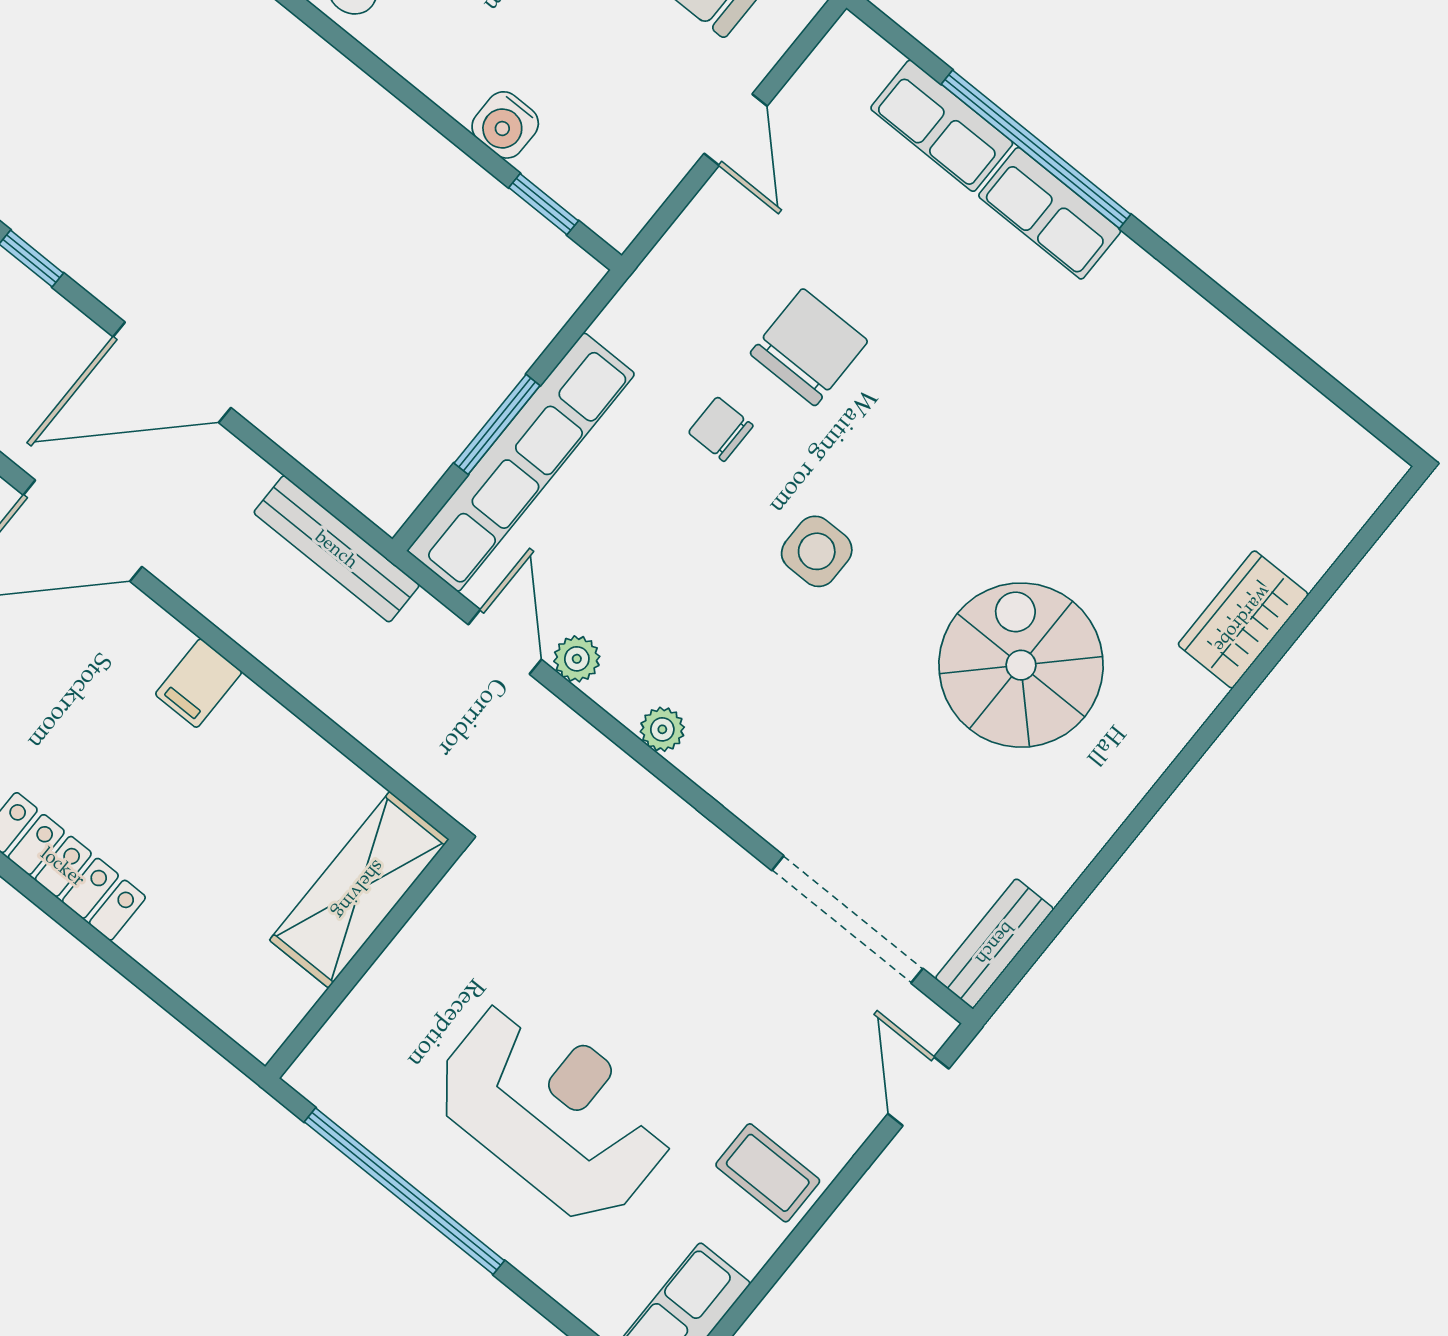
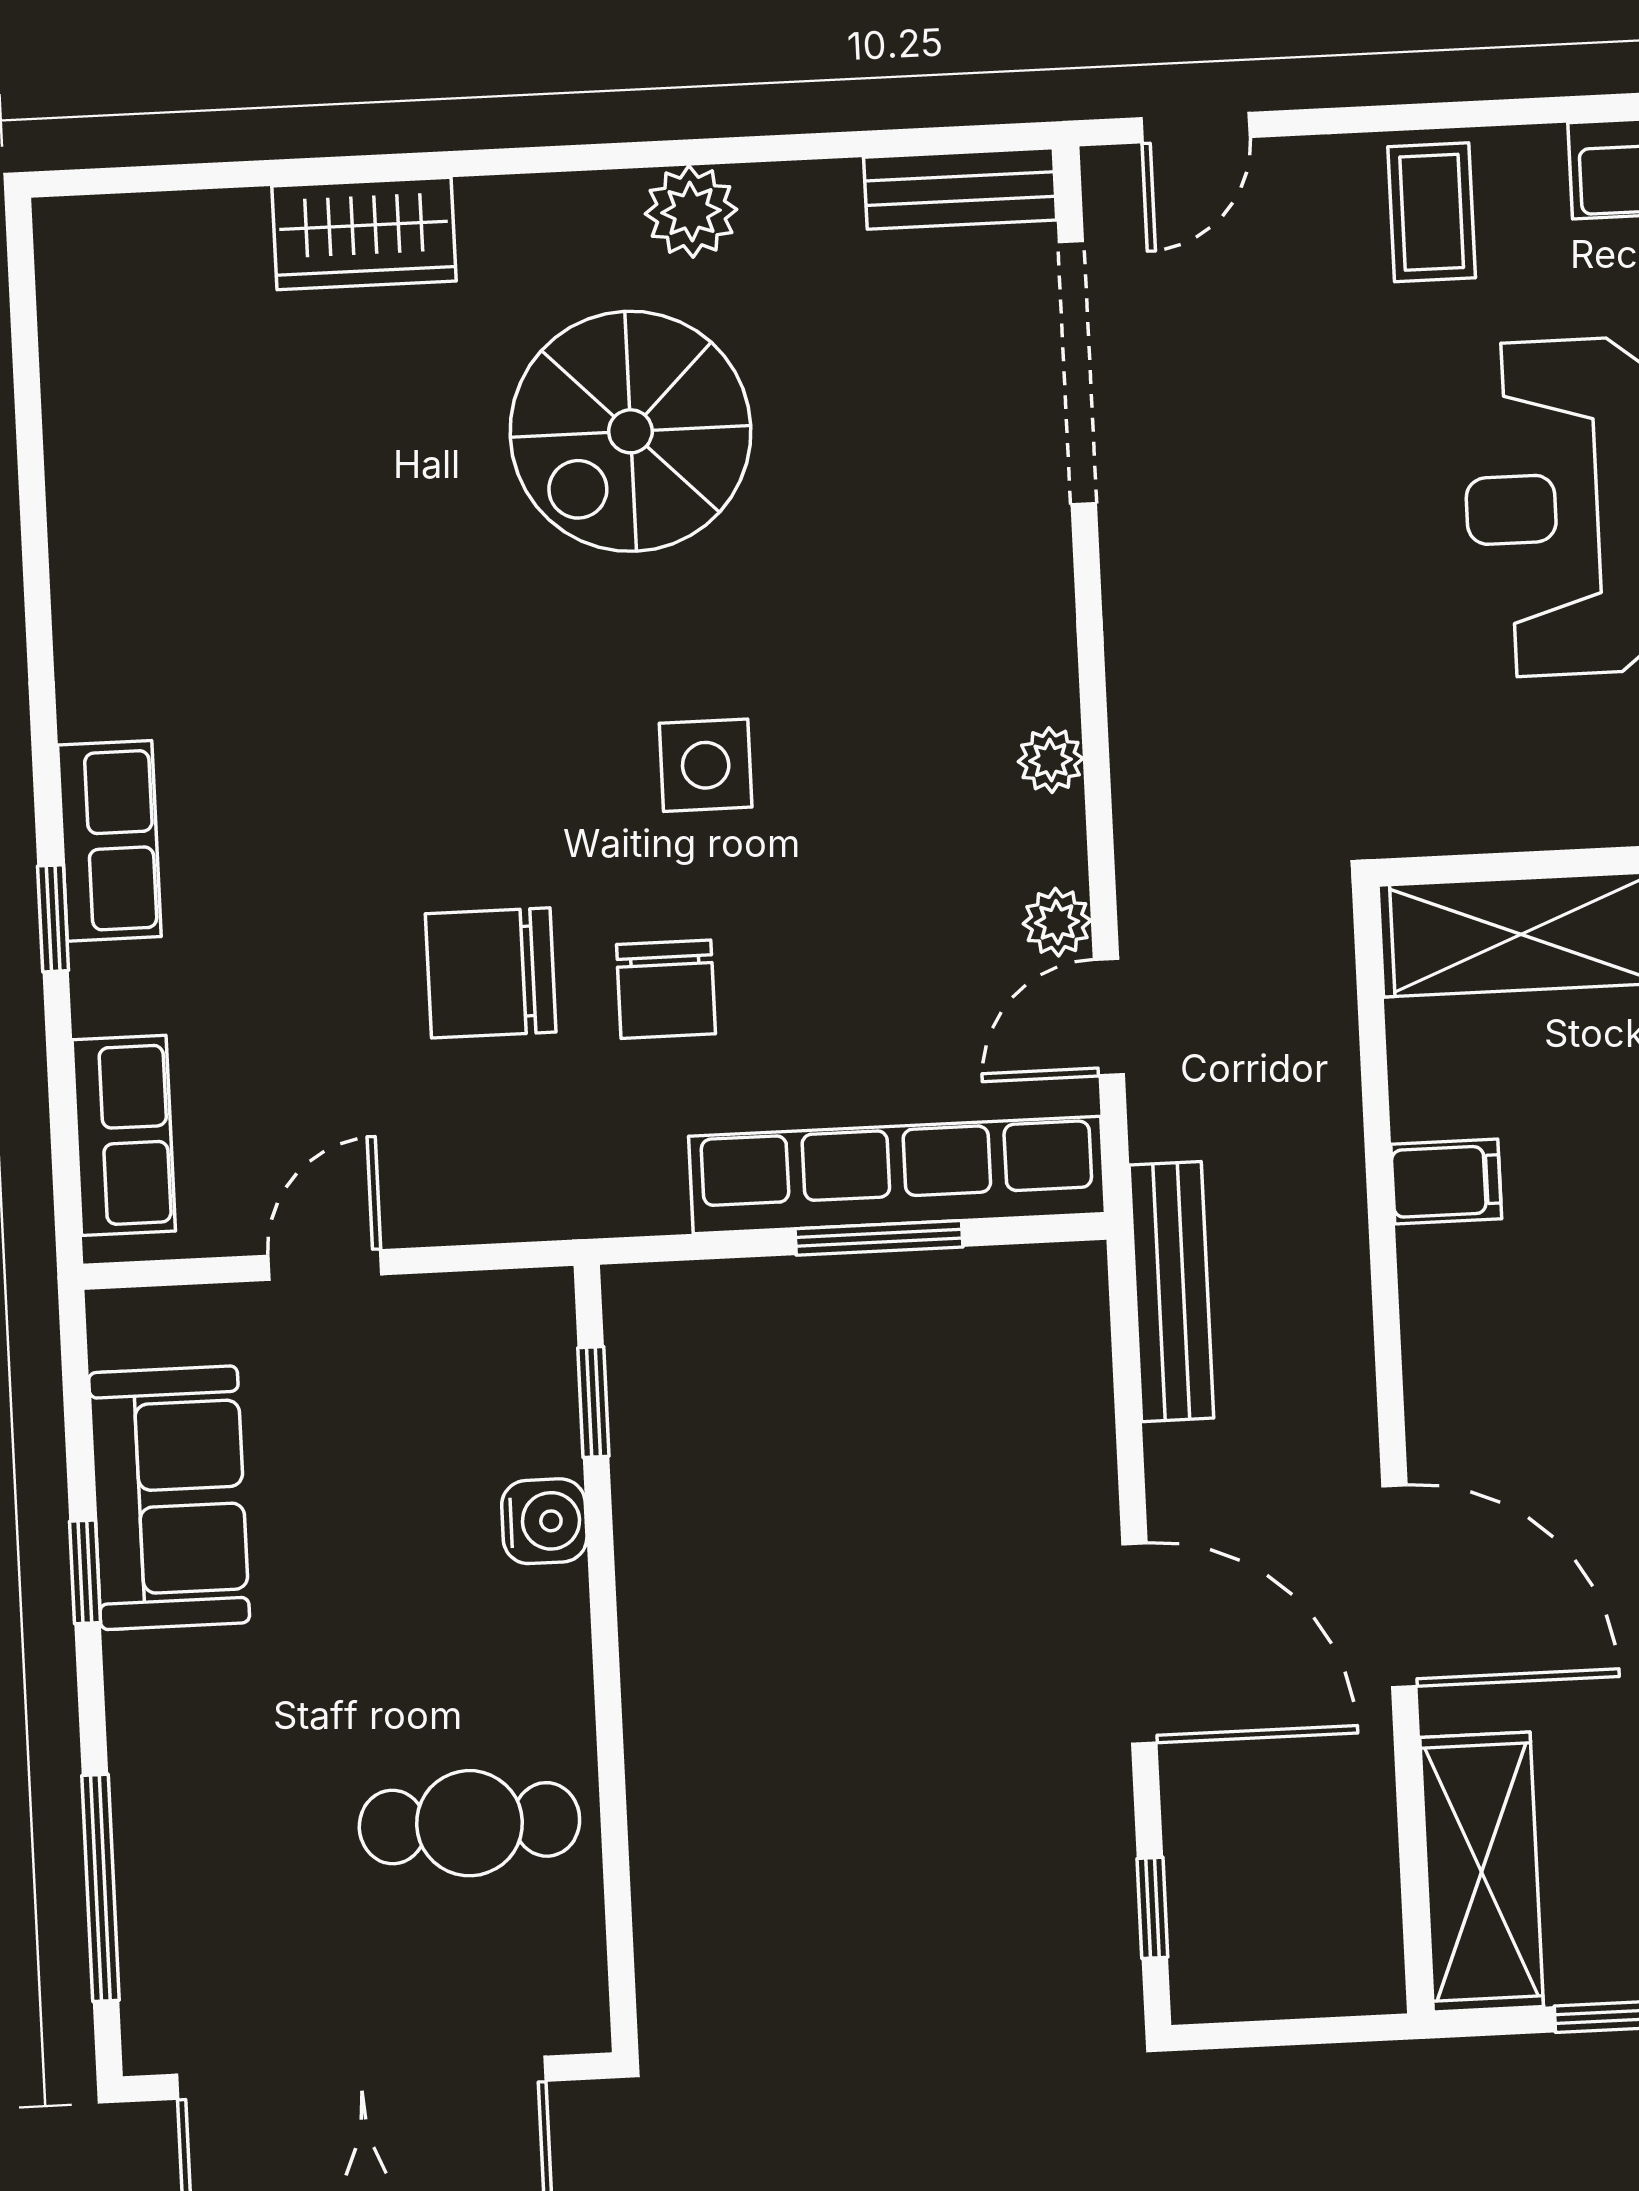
row of seats: (942, 126) -> (124, 1135), moved
window: (1036, 149) -> (53, 918), width x0.32
chair: (721, 429) -> (666, 989), width x1.37, depth x1.37
filing cabinet: (199, 683) -> (1446, 1181), moved
plant: (1105, 796) -> (691, 212), added

